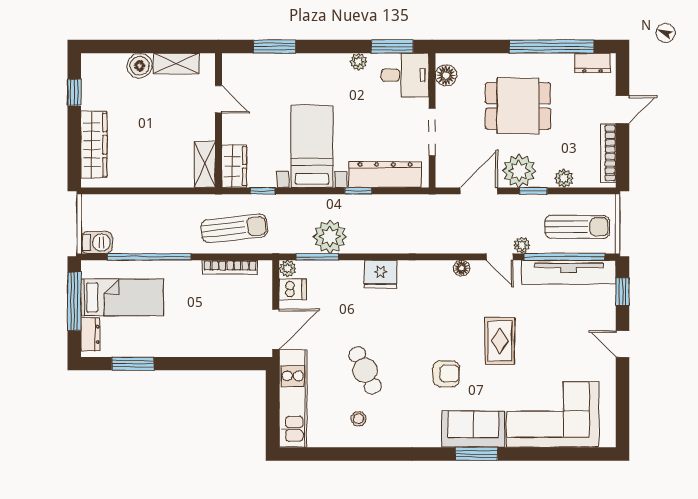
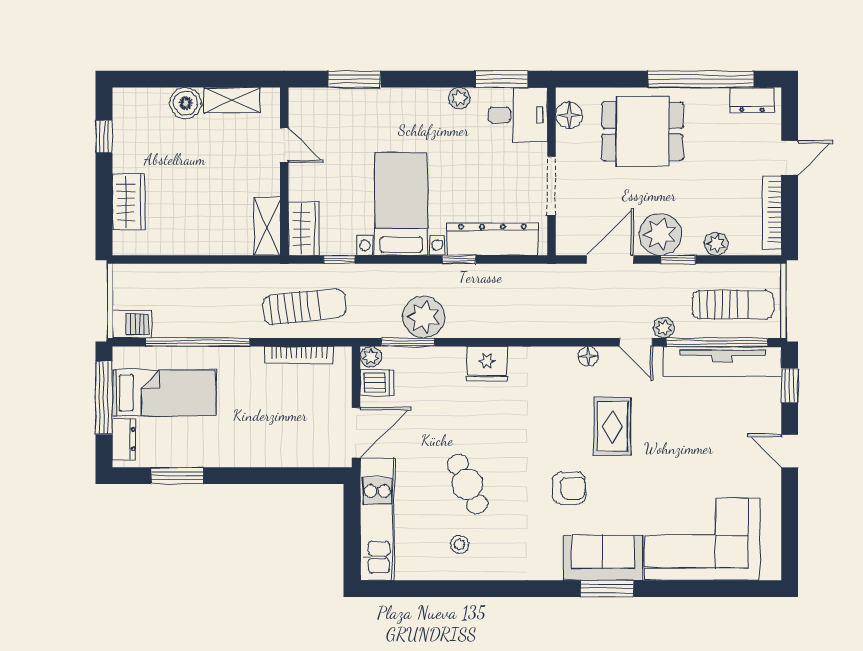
dining table: (518, 106) -> (642, 131), moved
wardrobe: (94, 145) -> (128, 202), width x0.67
rug: (500, 341) -> (613, 426), moved

